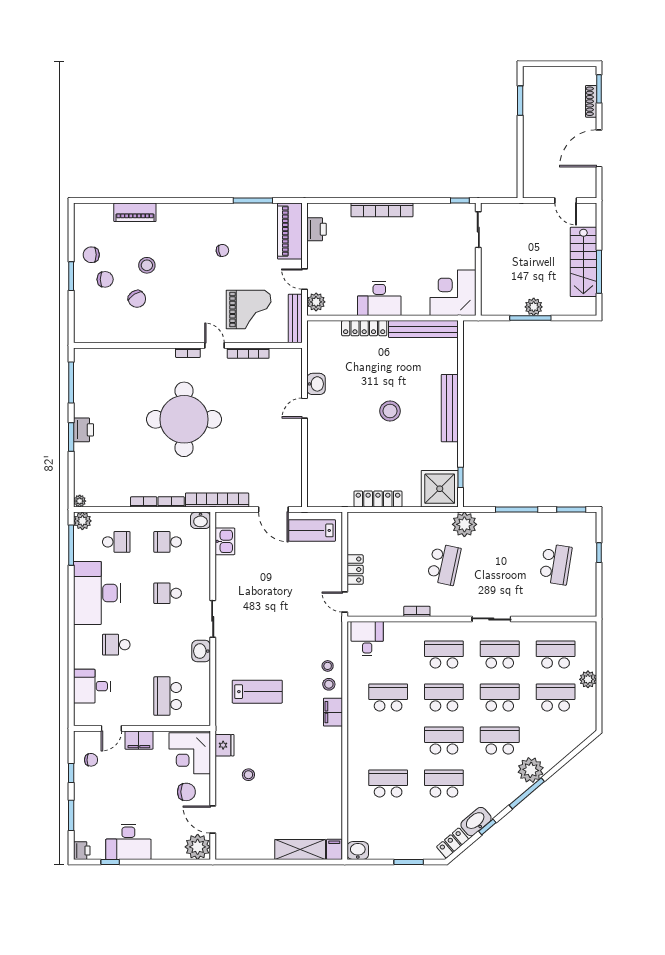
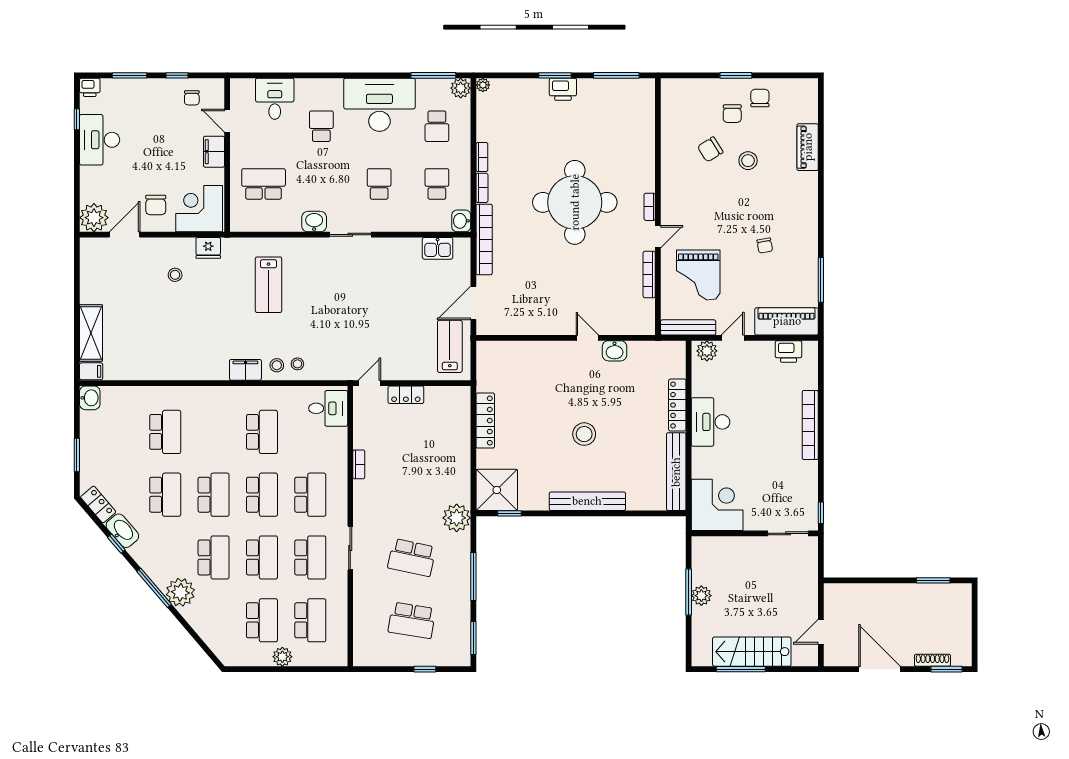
school desk: (444, 564) -> (412, 558), moved

